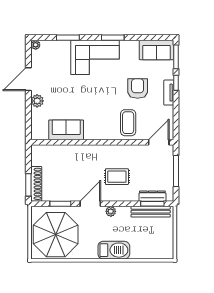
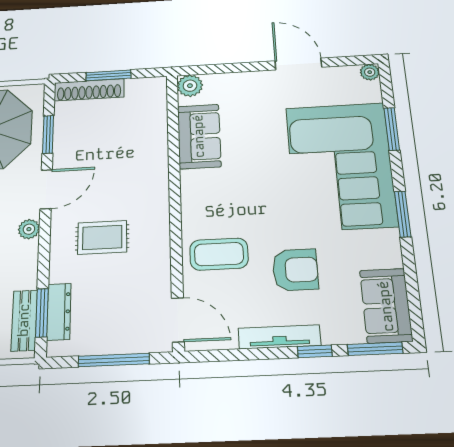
corner sofa: (95, 57) -> (341, 166), width x1.36, depth x1.36
tv unit: (169, 93) -> (279, 337), width x1.41
plant: (37, 101) -> (190, 86), moved
rug: (117, 177) -> (102, 237), turned 90
window: (28, 185) -> (108, 75), moved
door: (90, 204) -> (46, 189), hinge flipped
bench: (151, 212) -> (24, 320), width x0.73

